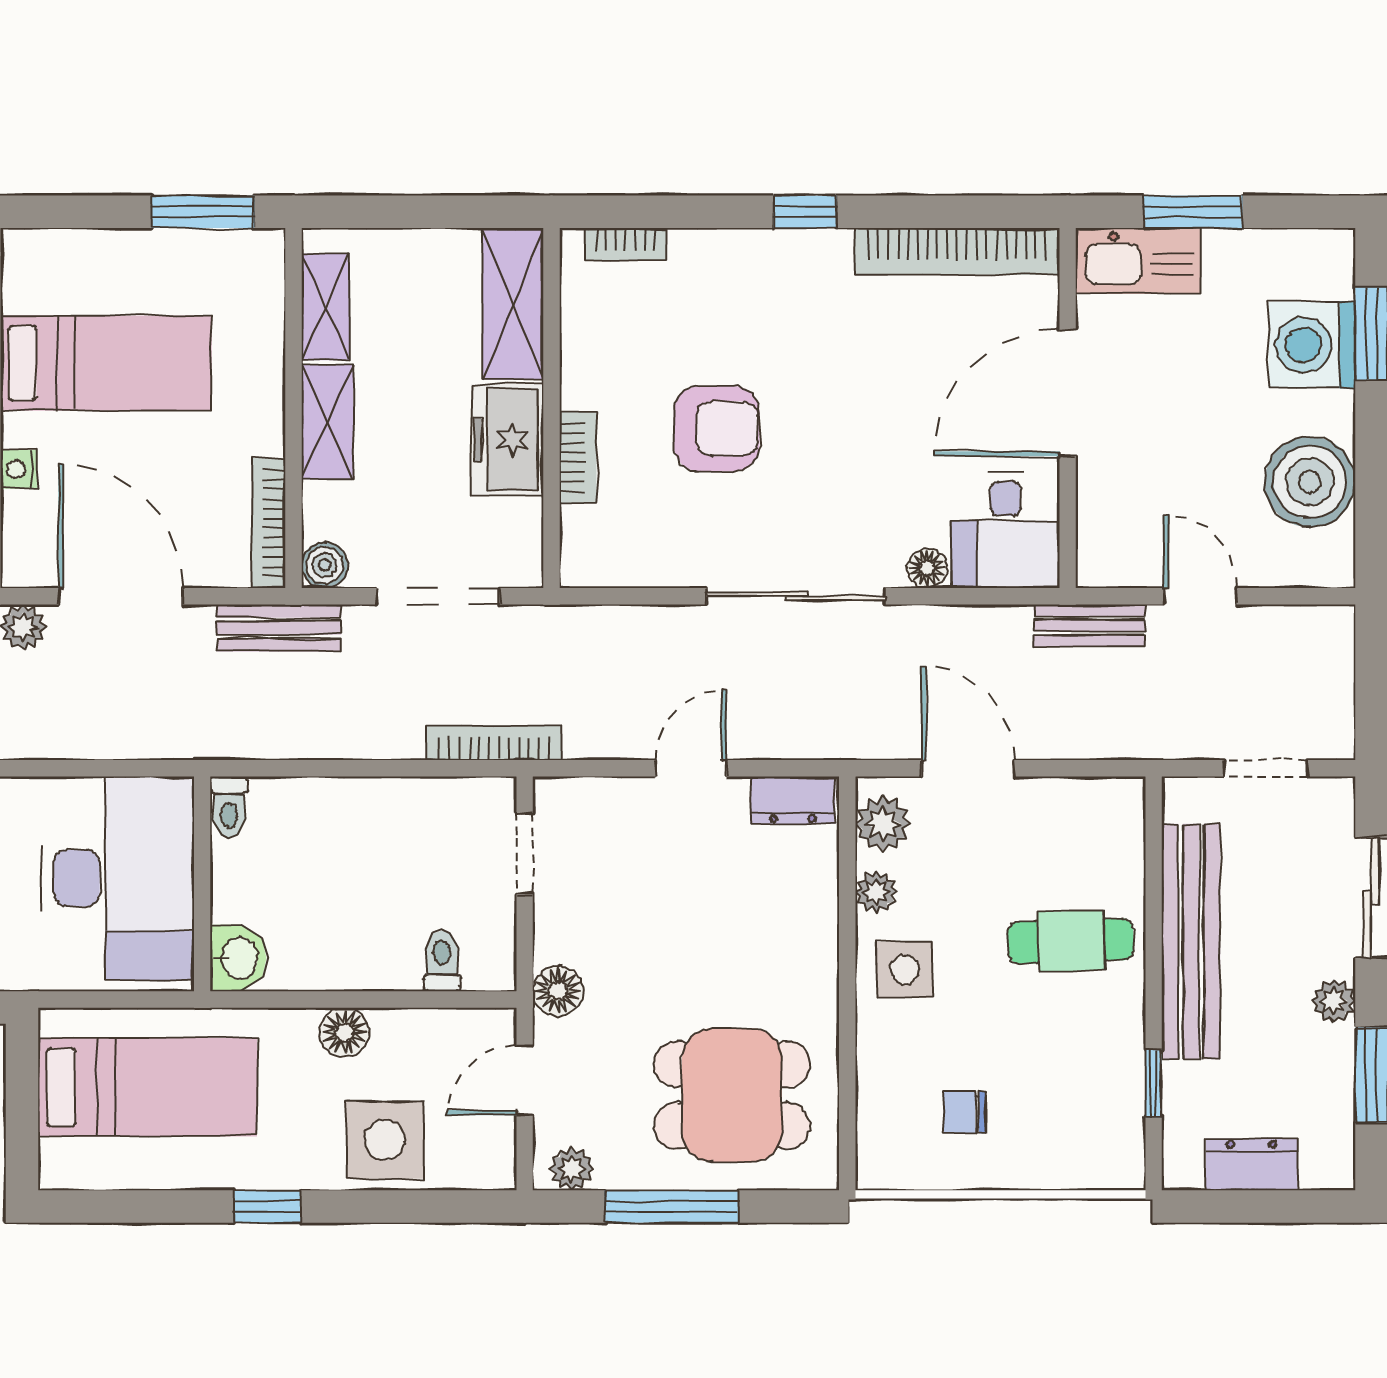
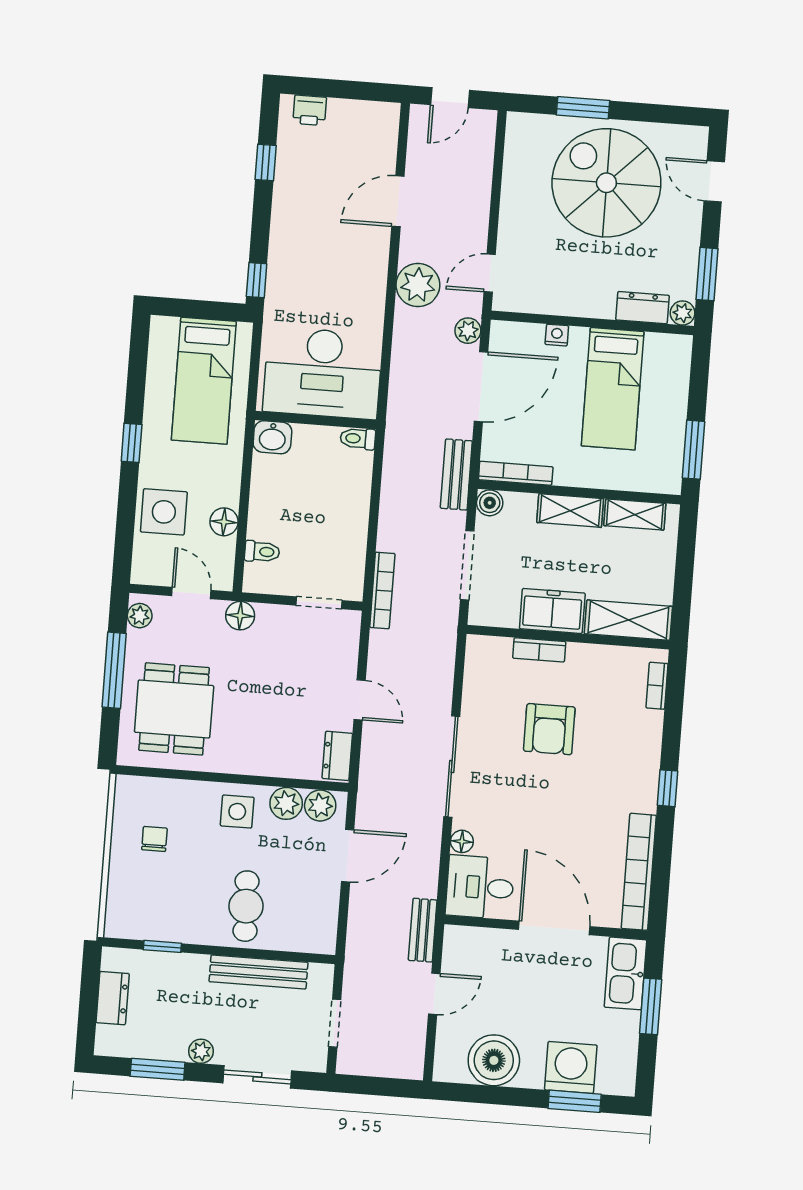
plant: (876, 892) -> (286, 803), width x1.38, depth x1.38
bench: (1191, 942) -> (258, 972), width x0.73, depth x0.82
floor lamp: (344, 1032) -> (224, 522), moved

